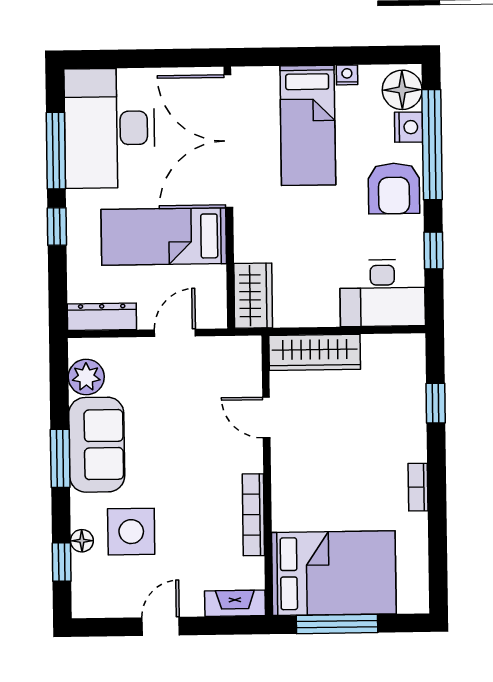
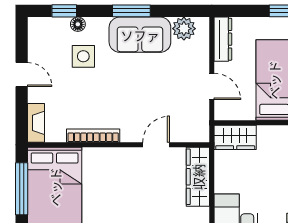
side table: (131, 532) -> (83, 56), width x0.73, depth x0.73

